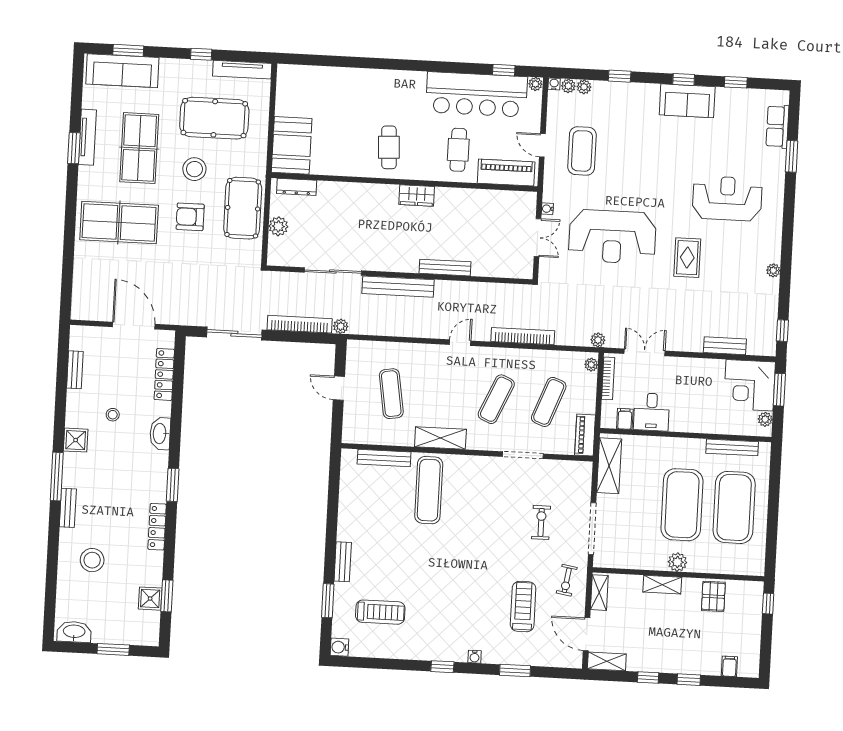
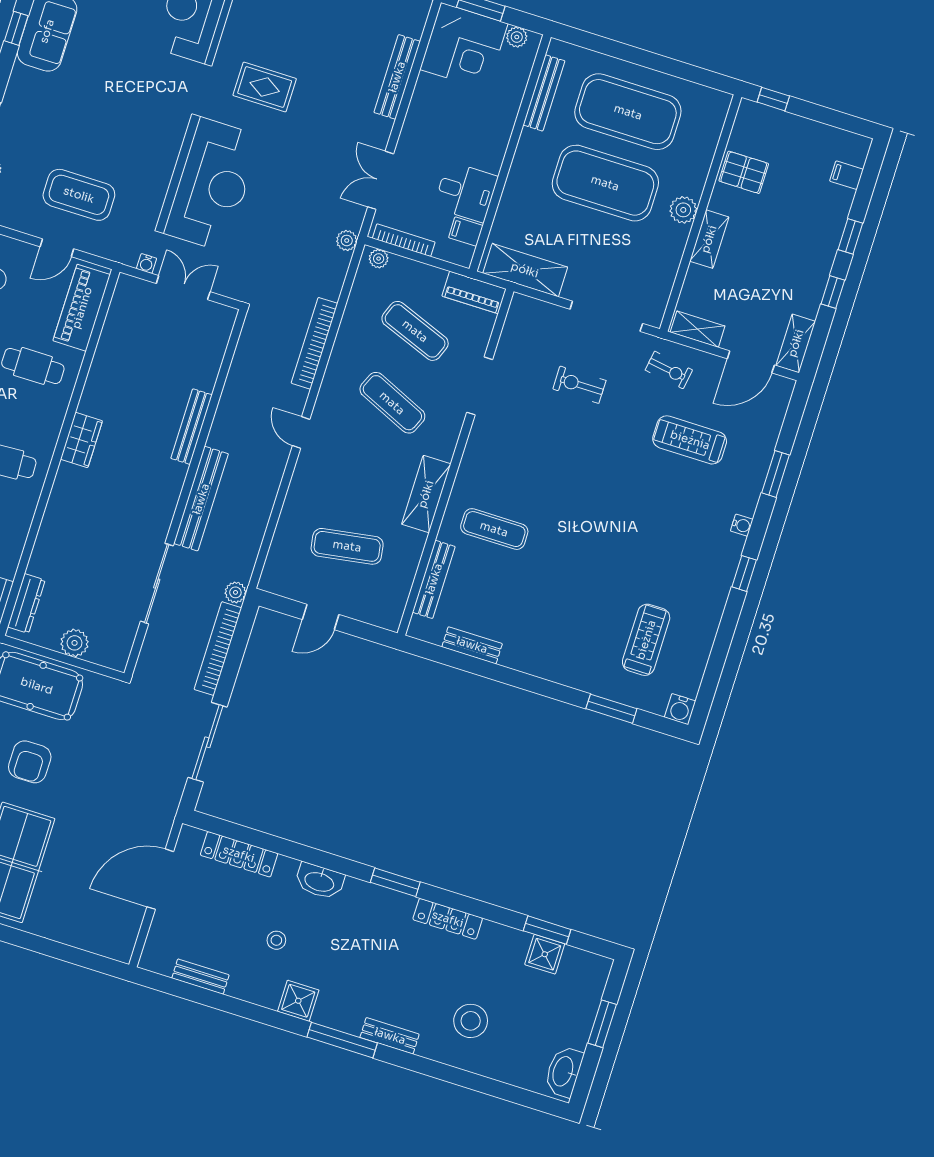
bench: (725, 346) -> (397, 77), width x1.36
exercise mat: (429, 490) -> (494, 529), width x0.73, depth x0.69
bench: (343, 562) -> (472, 645), moved

